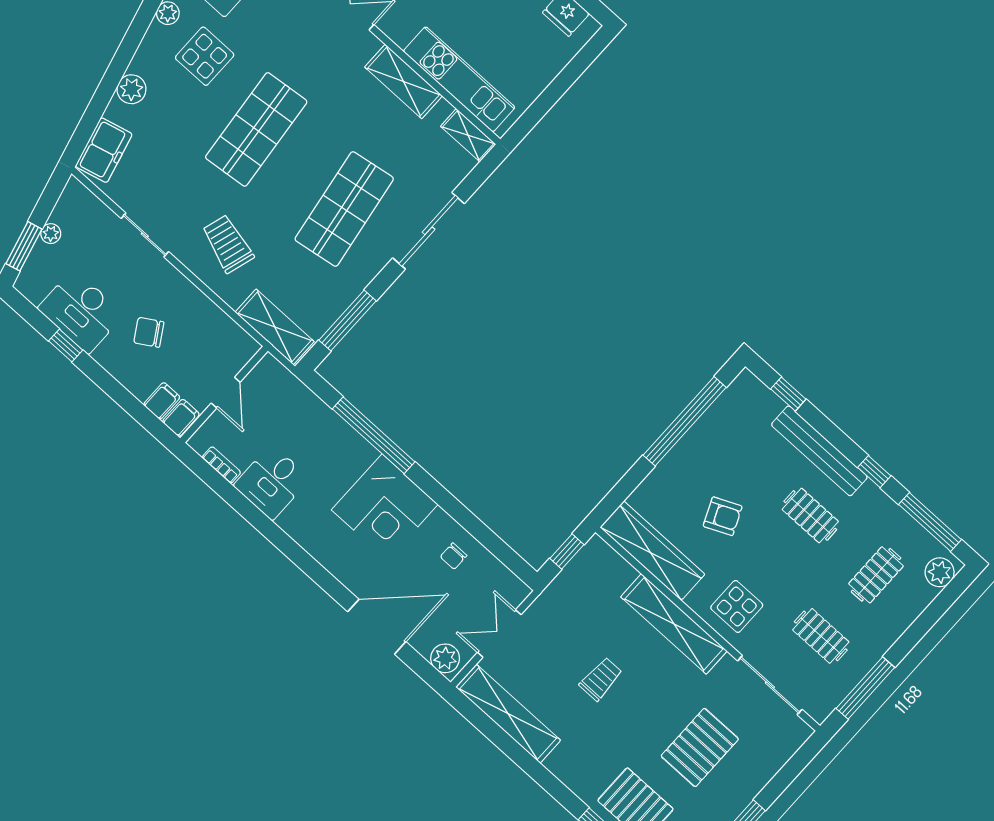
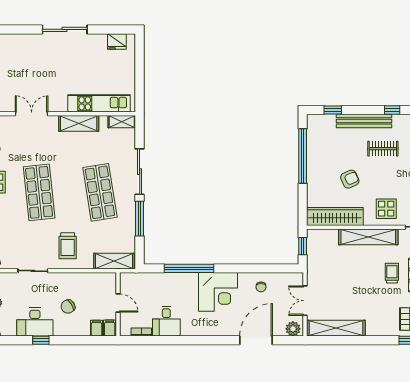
trolley: (228, 244) -> (68, 246), turned -107
window: (348, 320) -> (140, 219), moved
trolley: (601, 679) -> (392, 273), moved

